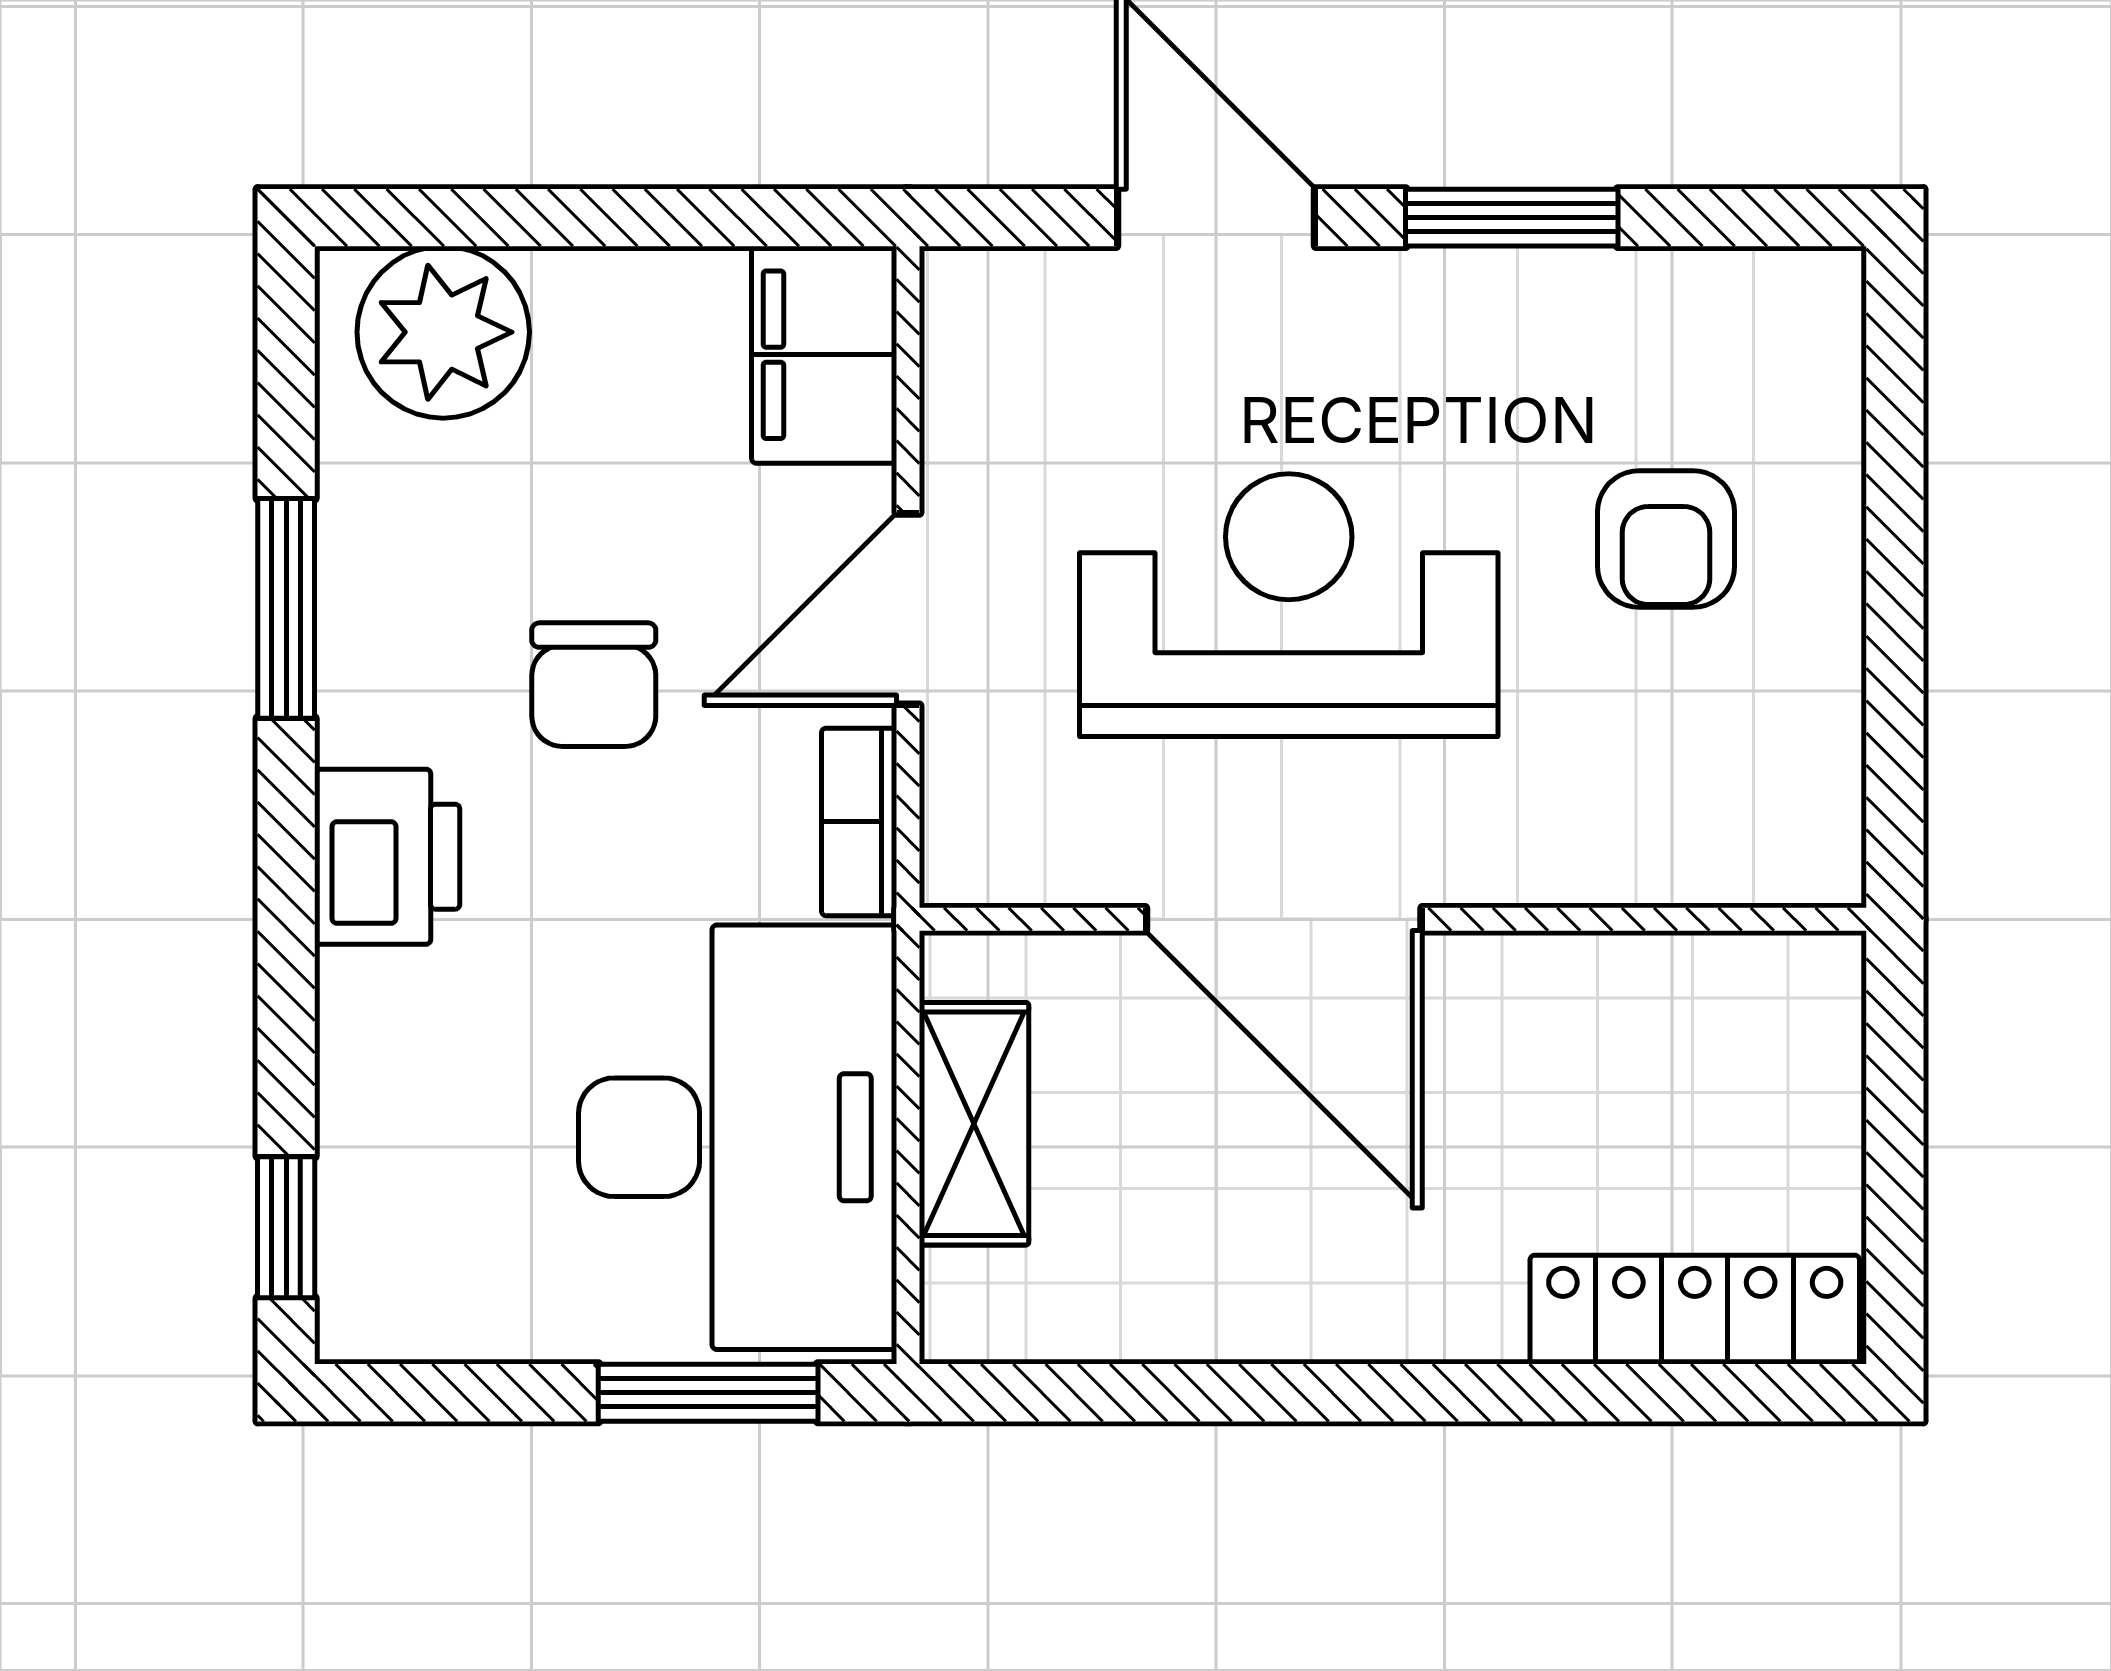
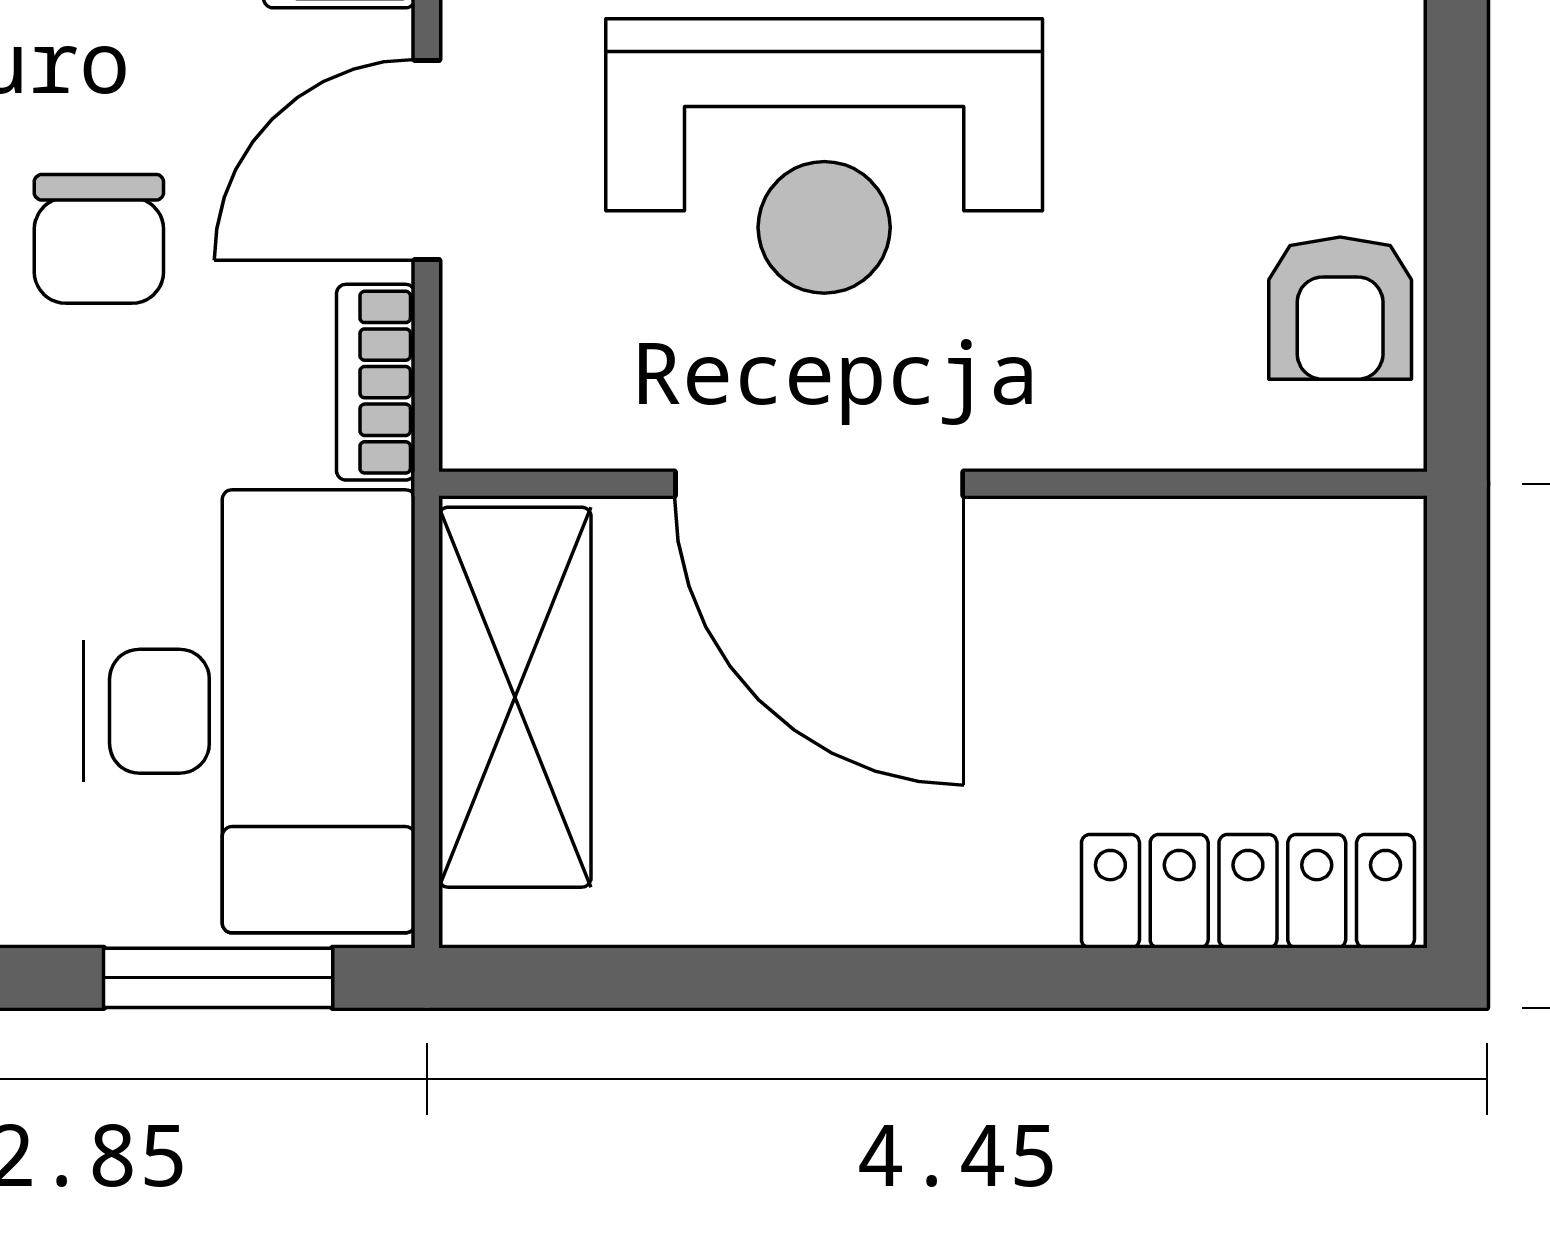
armchair: (1666, 539) -> (1340, 308), moved
reception desk: (1289, 605) -> (824, 156), turned 180
shelving: (974, 1124) -> (515, 697), width x1.50, depth x1.33

